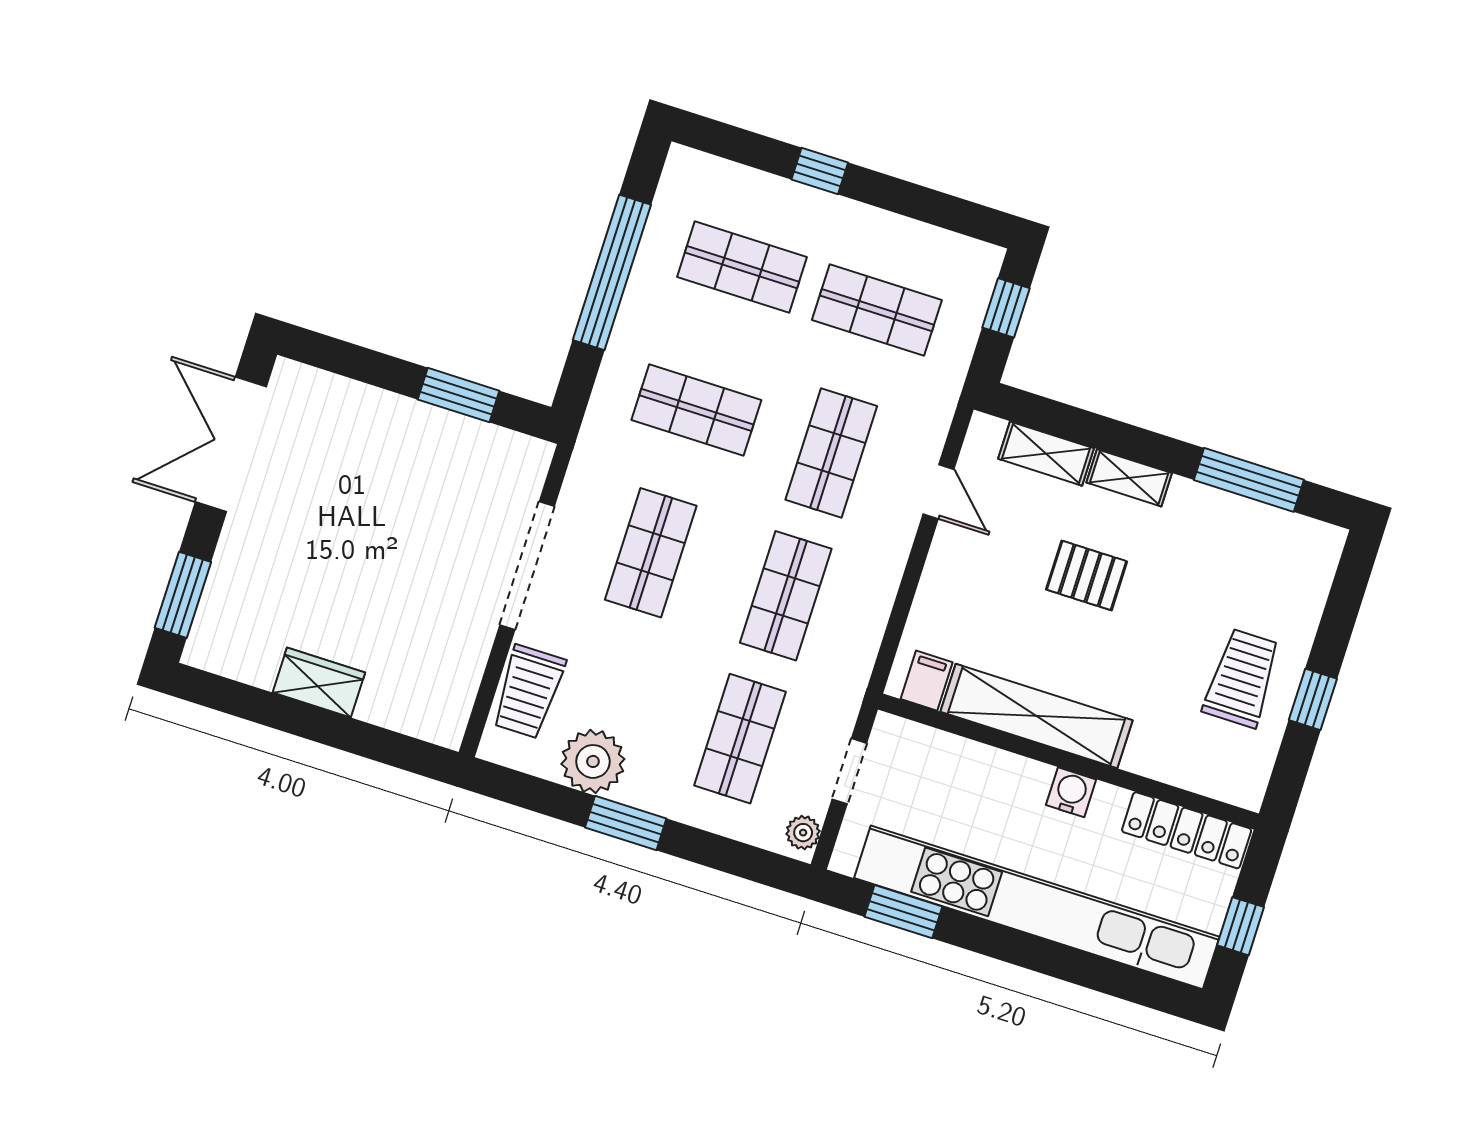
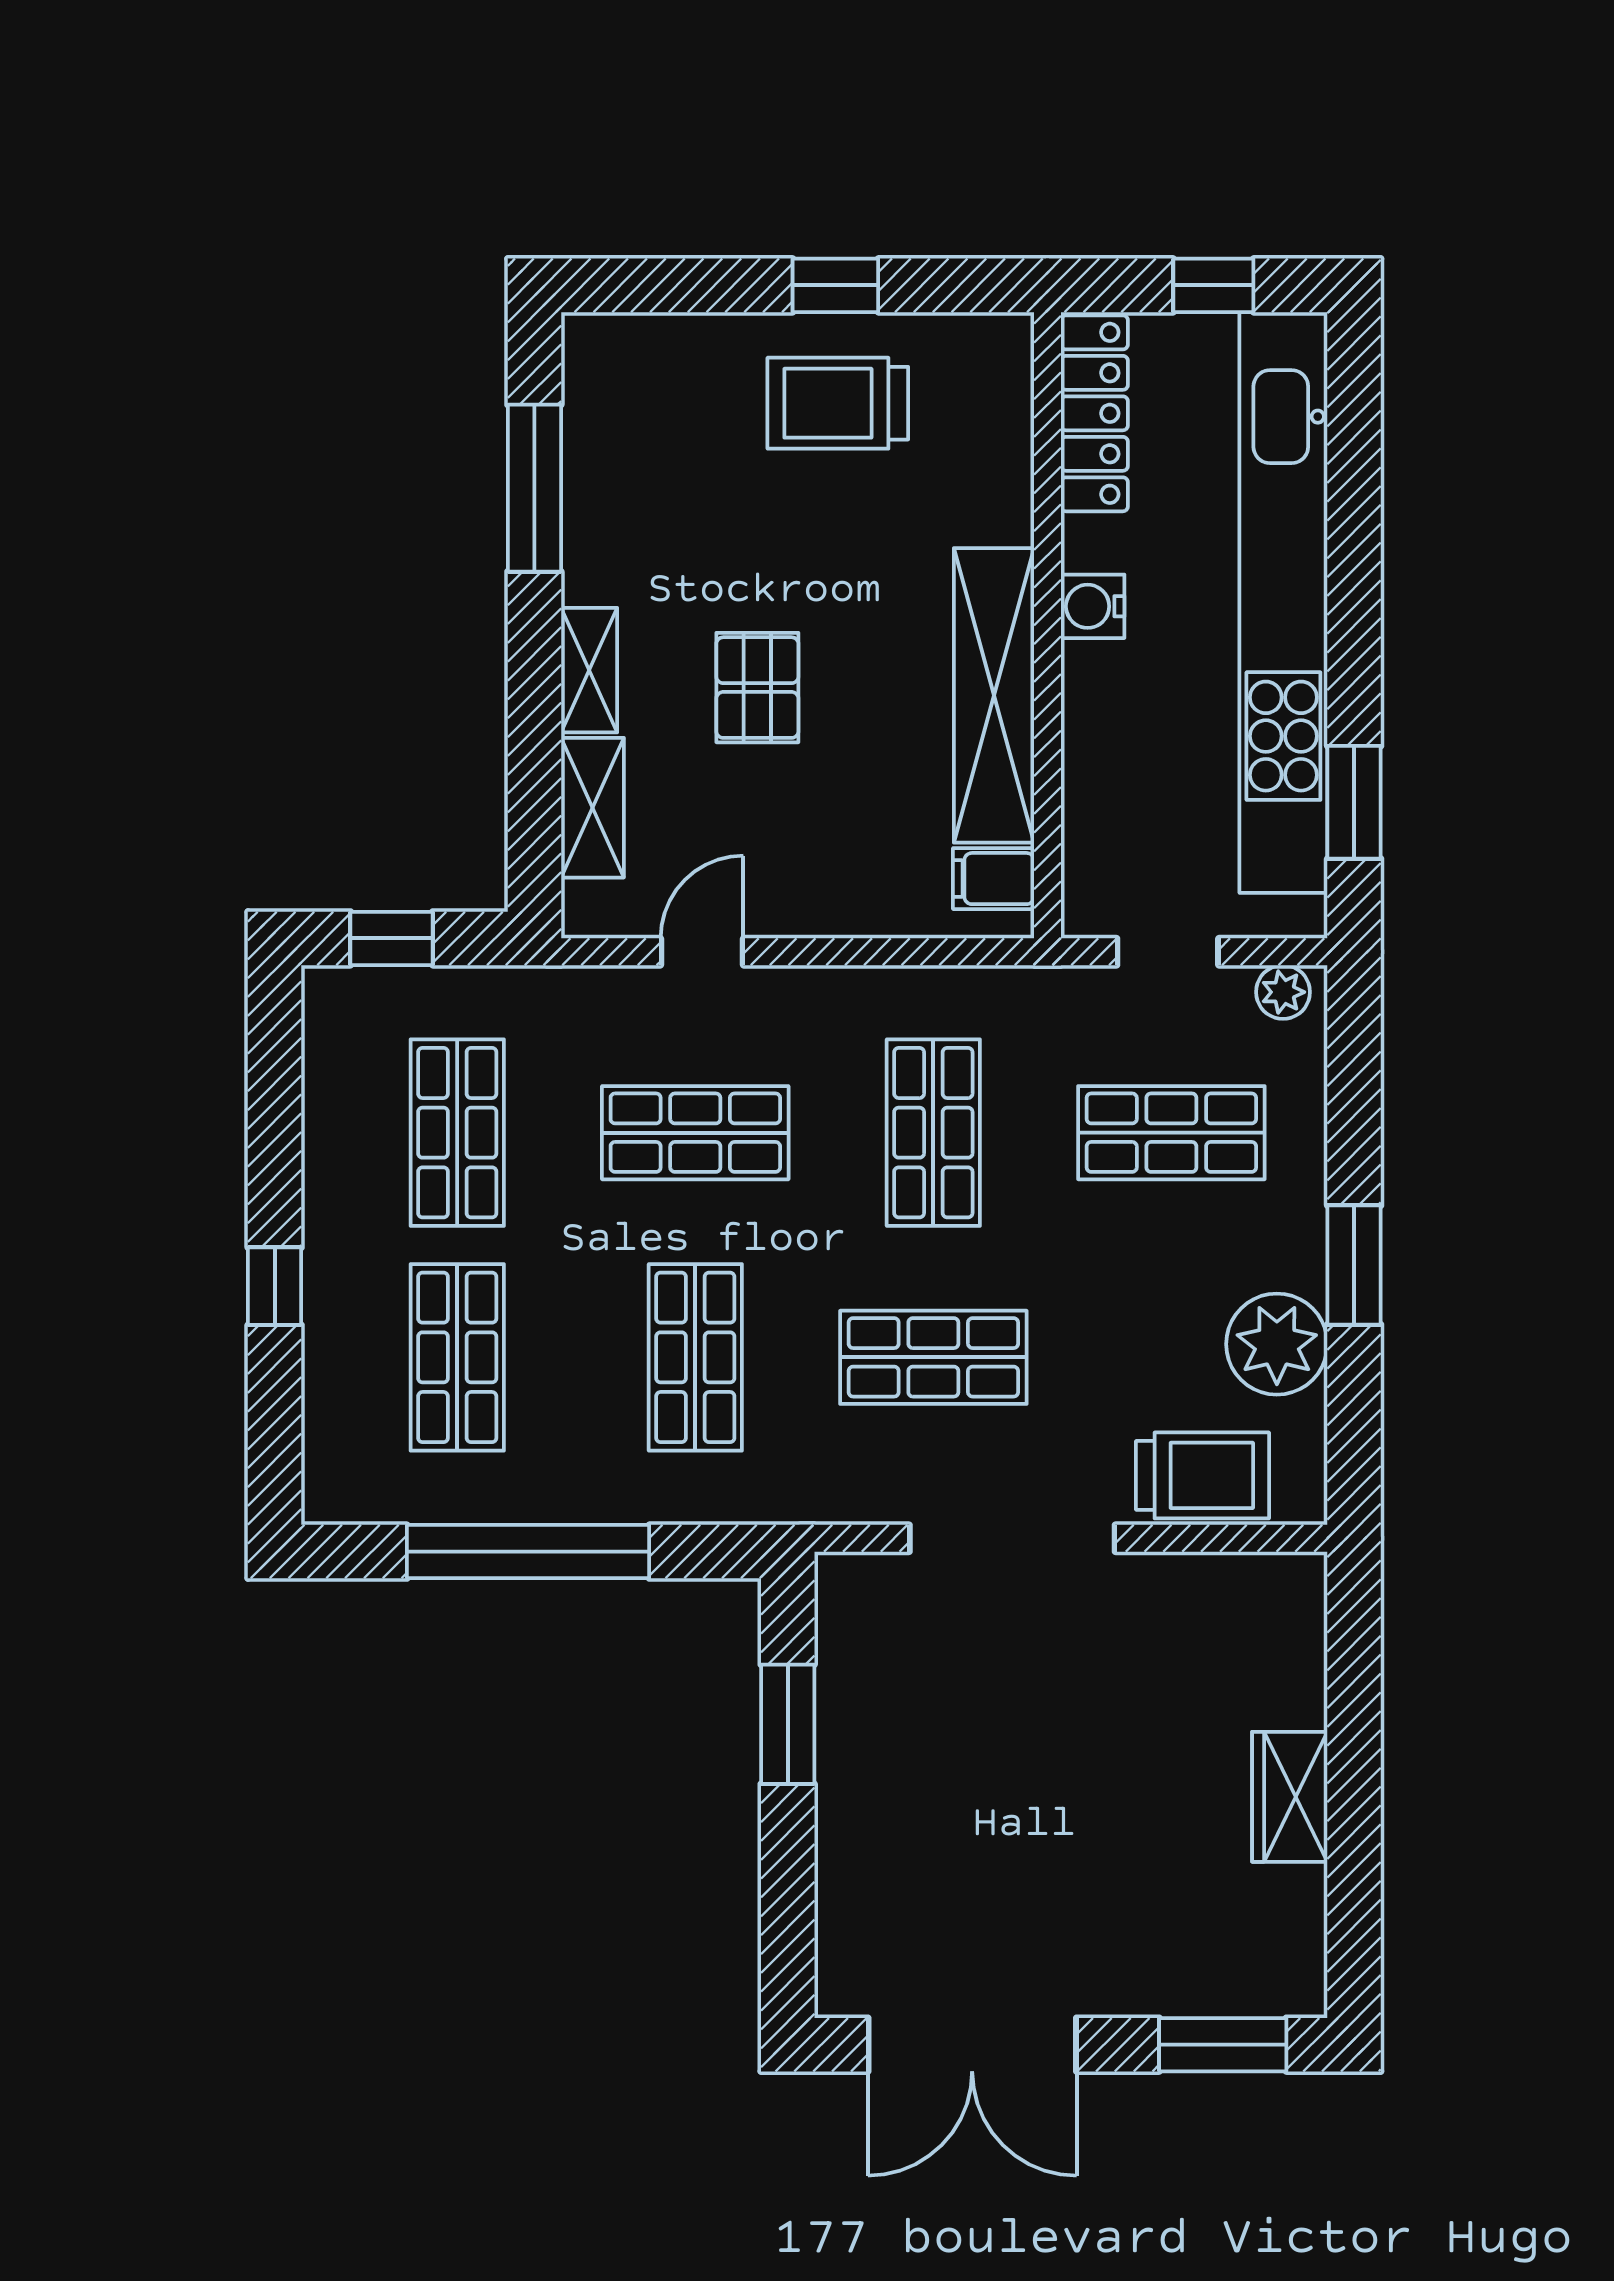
shop shelf: (786, 596) -> (933, 1133), turned 90

